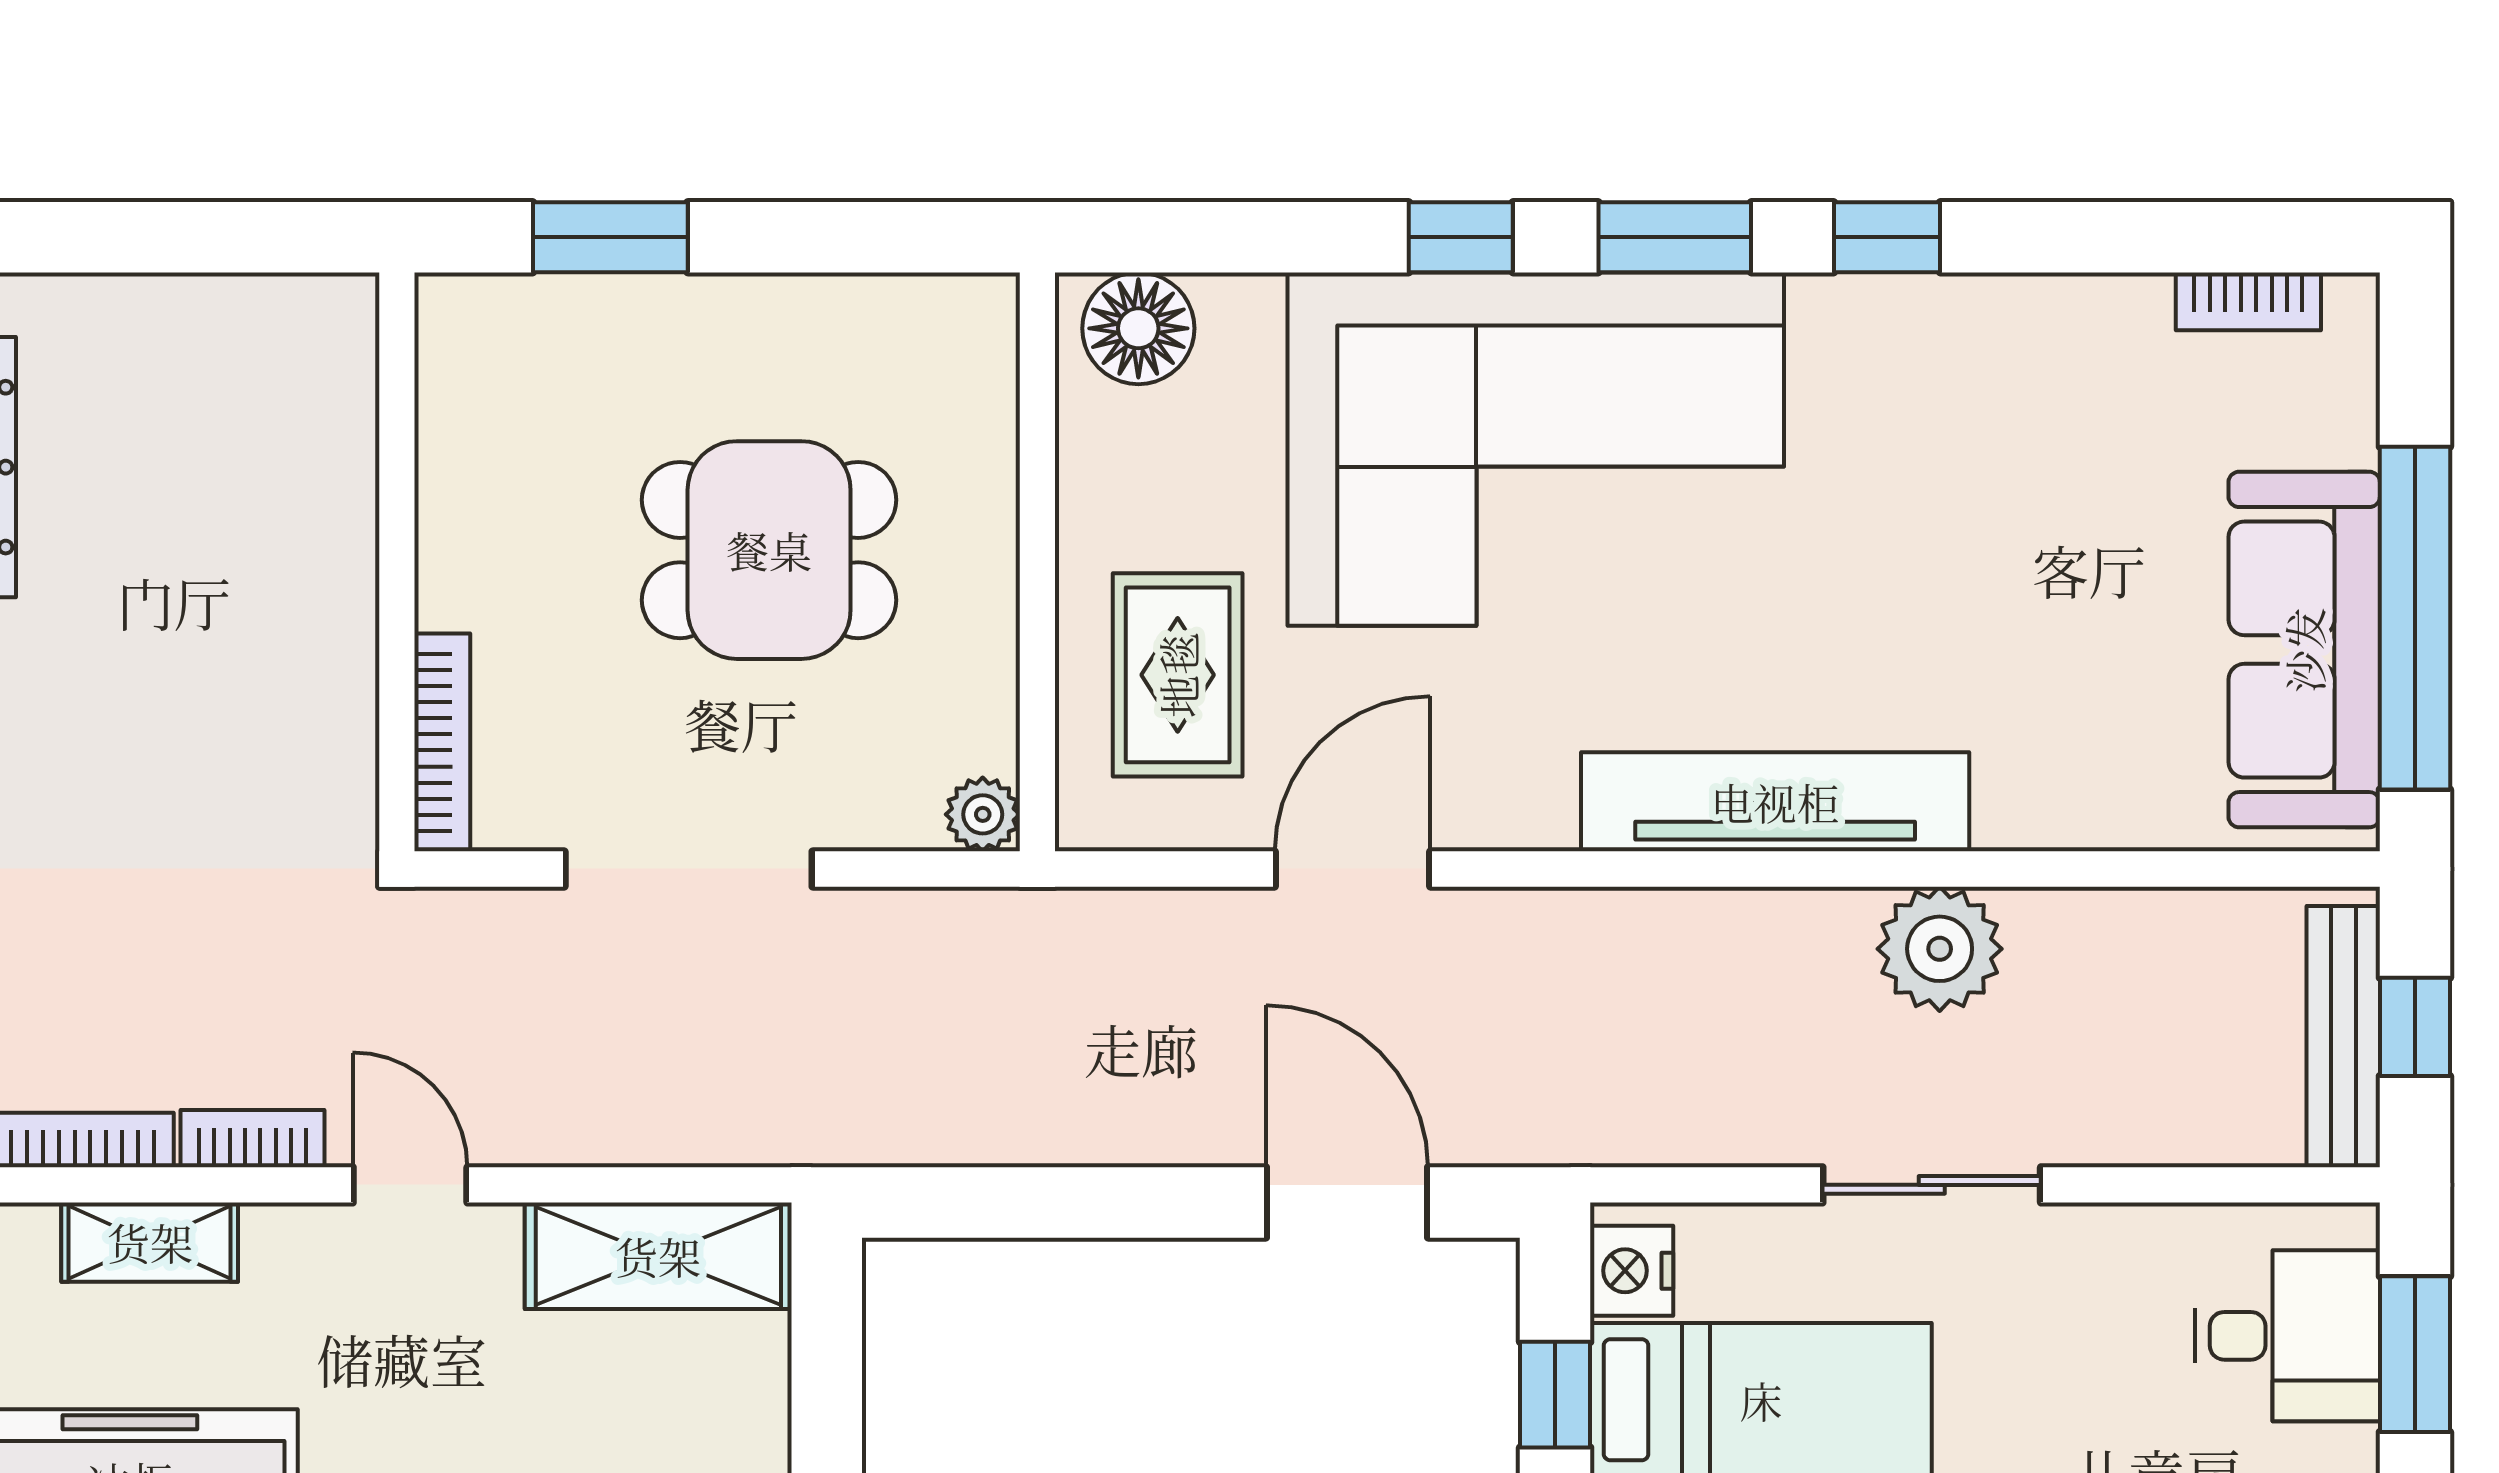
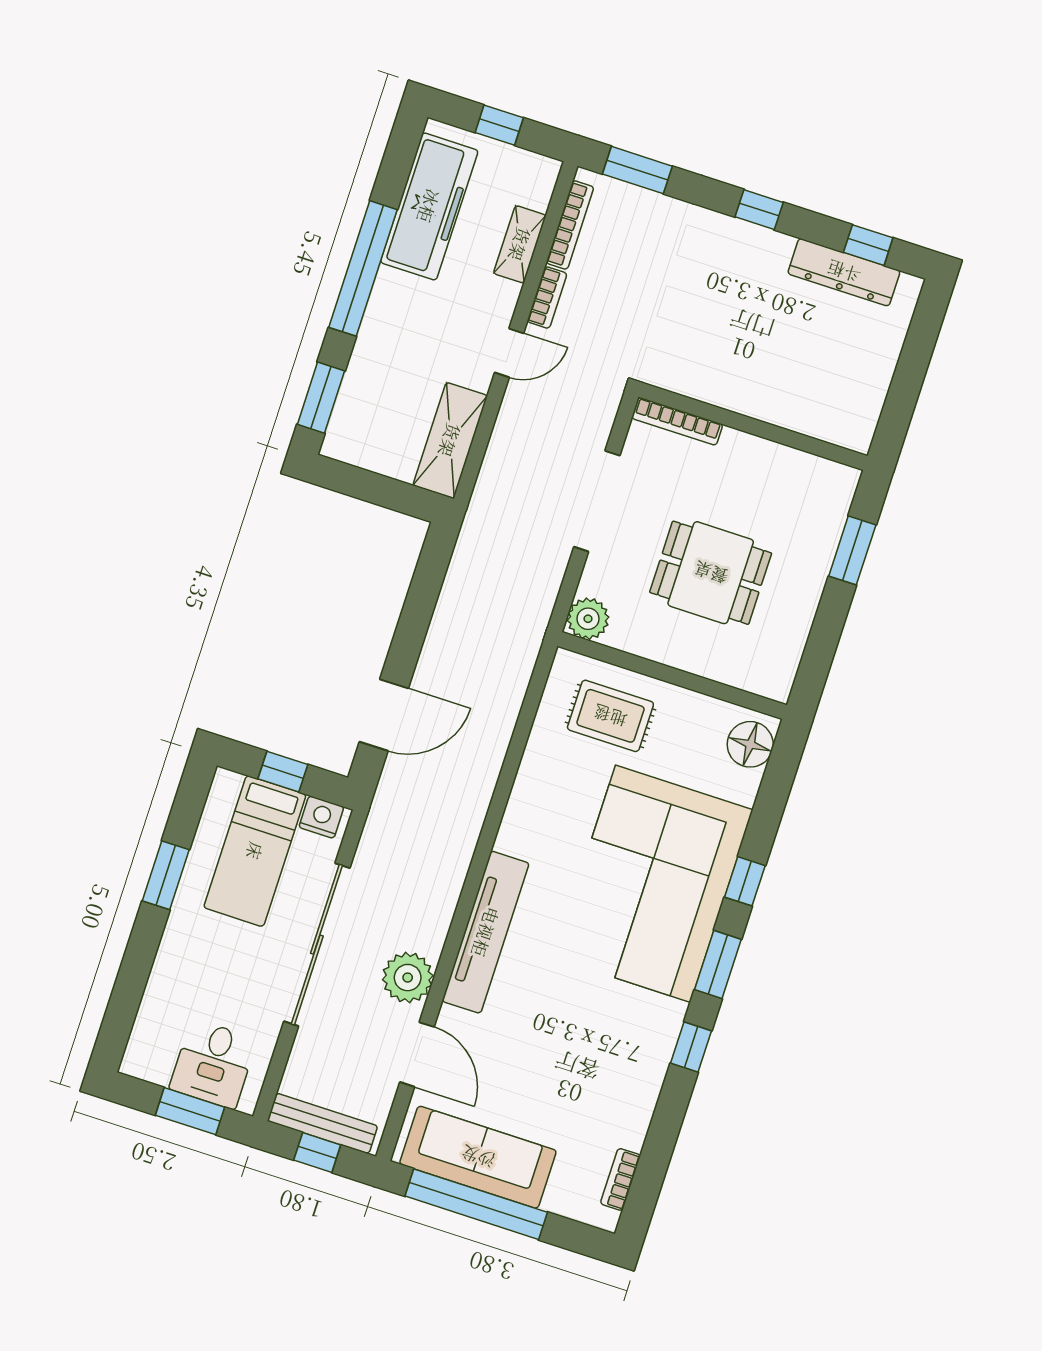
dining table: (769, 550) -> (711, 573), turned 90
plant: (983, 814) -> (588, 619), width x1.38, depth x1.38
door: (1353, 869) -> (417, 1054), moved
sliding door: (1932, 1185) -> (317, 945), width x1.86

